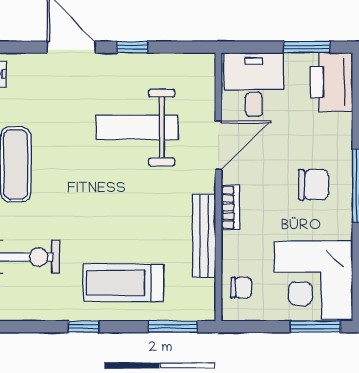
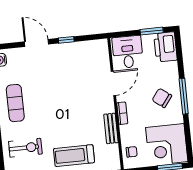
weight bench: (137, 127) -> (73, 79), removed
chair: (314, 185) -> (162, 98), turned -143
bench: (204, 236) -> (111, 128), width x0.73

